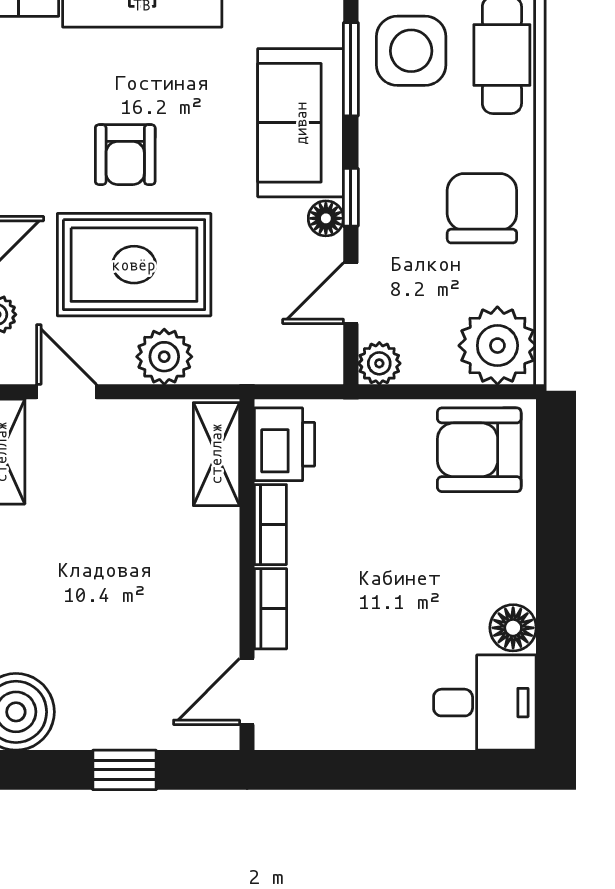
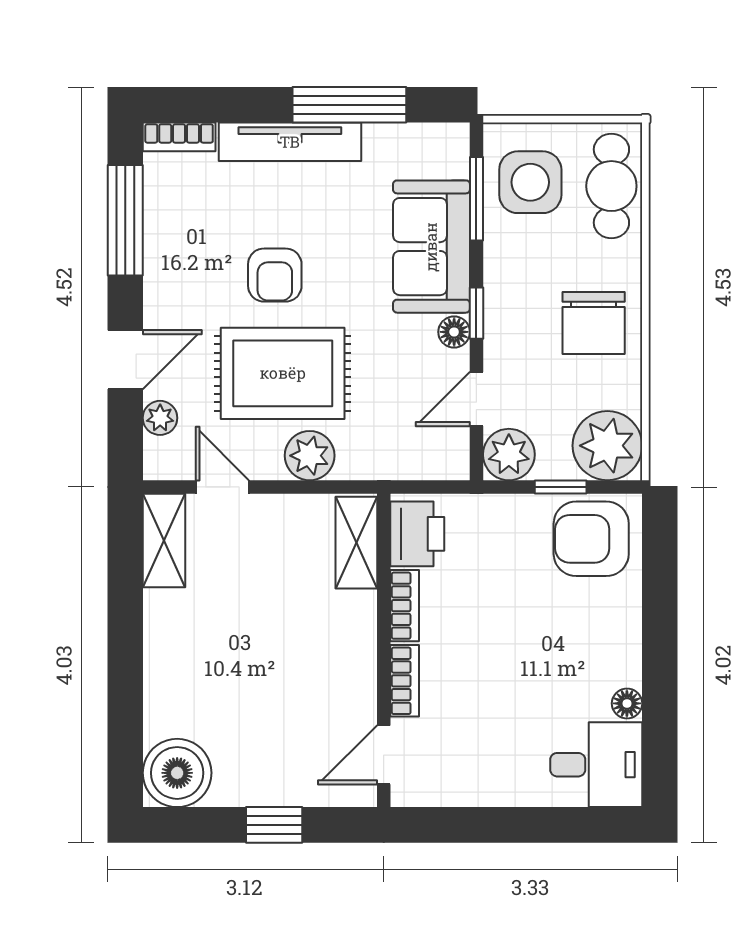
chair: (482, 208) -> (594, 323), turned 180
plant: (379, 363) -> (509, 455), width x1.38, depth x1.38
window: (445, 392) -> (561, 487), added
floor lamp: (513, 628) -> (627, 703), width x0.73, depth x0.73

